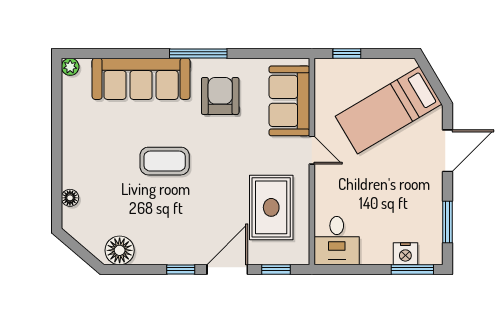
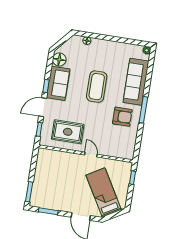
sofa: (289, 101) -> (58, 83), moved, turned 90
door: (312, 150) -> (91, 155), swing flipped
coffee table: (165, 161) -> (97, 87), width x1.36, depth x1.32
desk: (337, 241) -> (48, 159), removed
nightstand: (405, 254) -> (37, 190), removed
door: (227, 269) -> (43, 107), swing flipped

